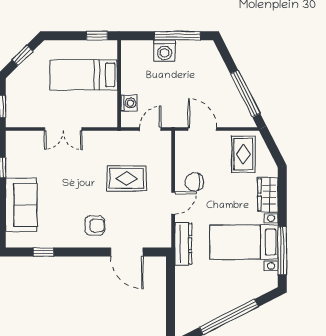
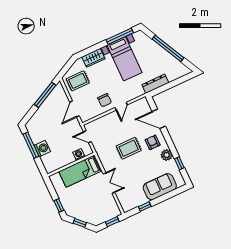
window: (97, 36) -> (59, 205), moved
bed: (84, 75) -> (80, 171), moved, turned 90
rug: (127, 178) -> (129, 148), moved, turned 90
door: (173, 203) -> (121, 106), swing flipped
plant: (65, 238) -> (167, 155), added
dresser: (183, 244) -> (155, 84), moved
door: (127, 252) -> (159, 119), swing flipped

